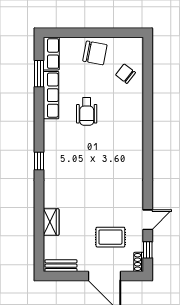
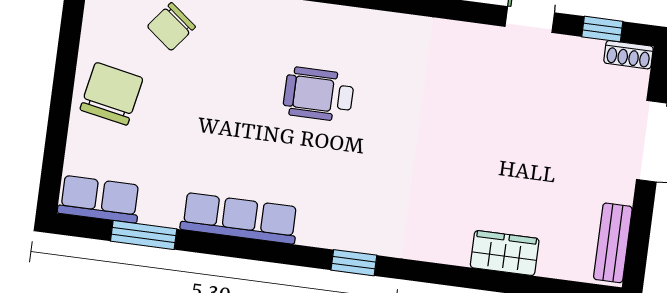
row of seats: (51, 95) -> (239, 218), moved
wheelchair: (87, 112) -> (319, 94), moved, turned 180
rug: (110, 237) -> (560, 115), removed

